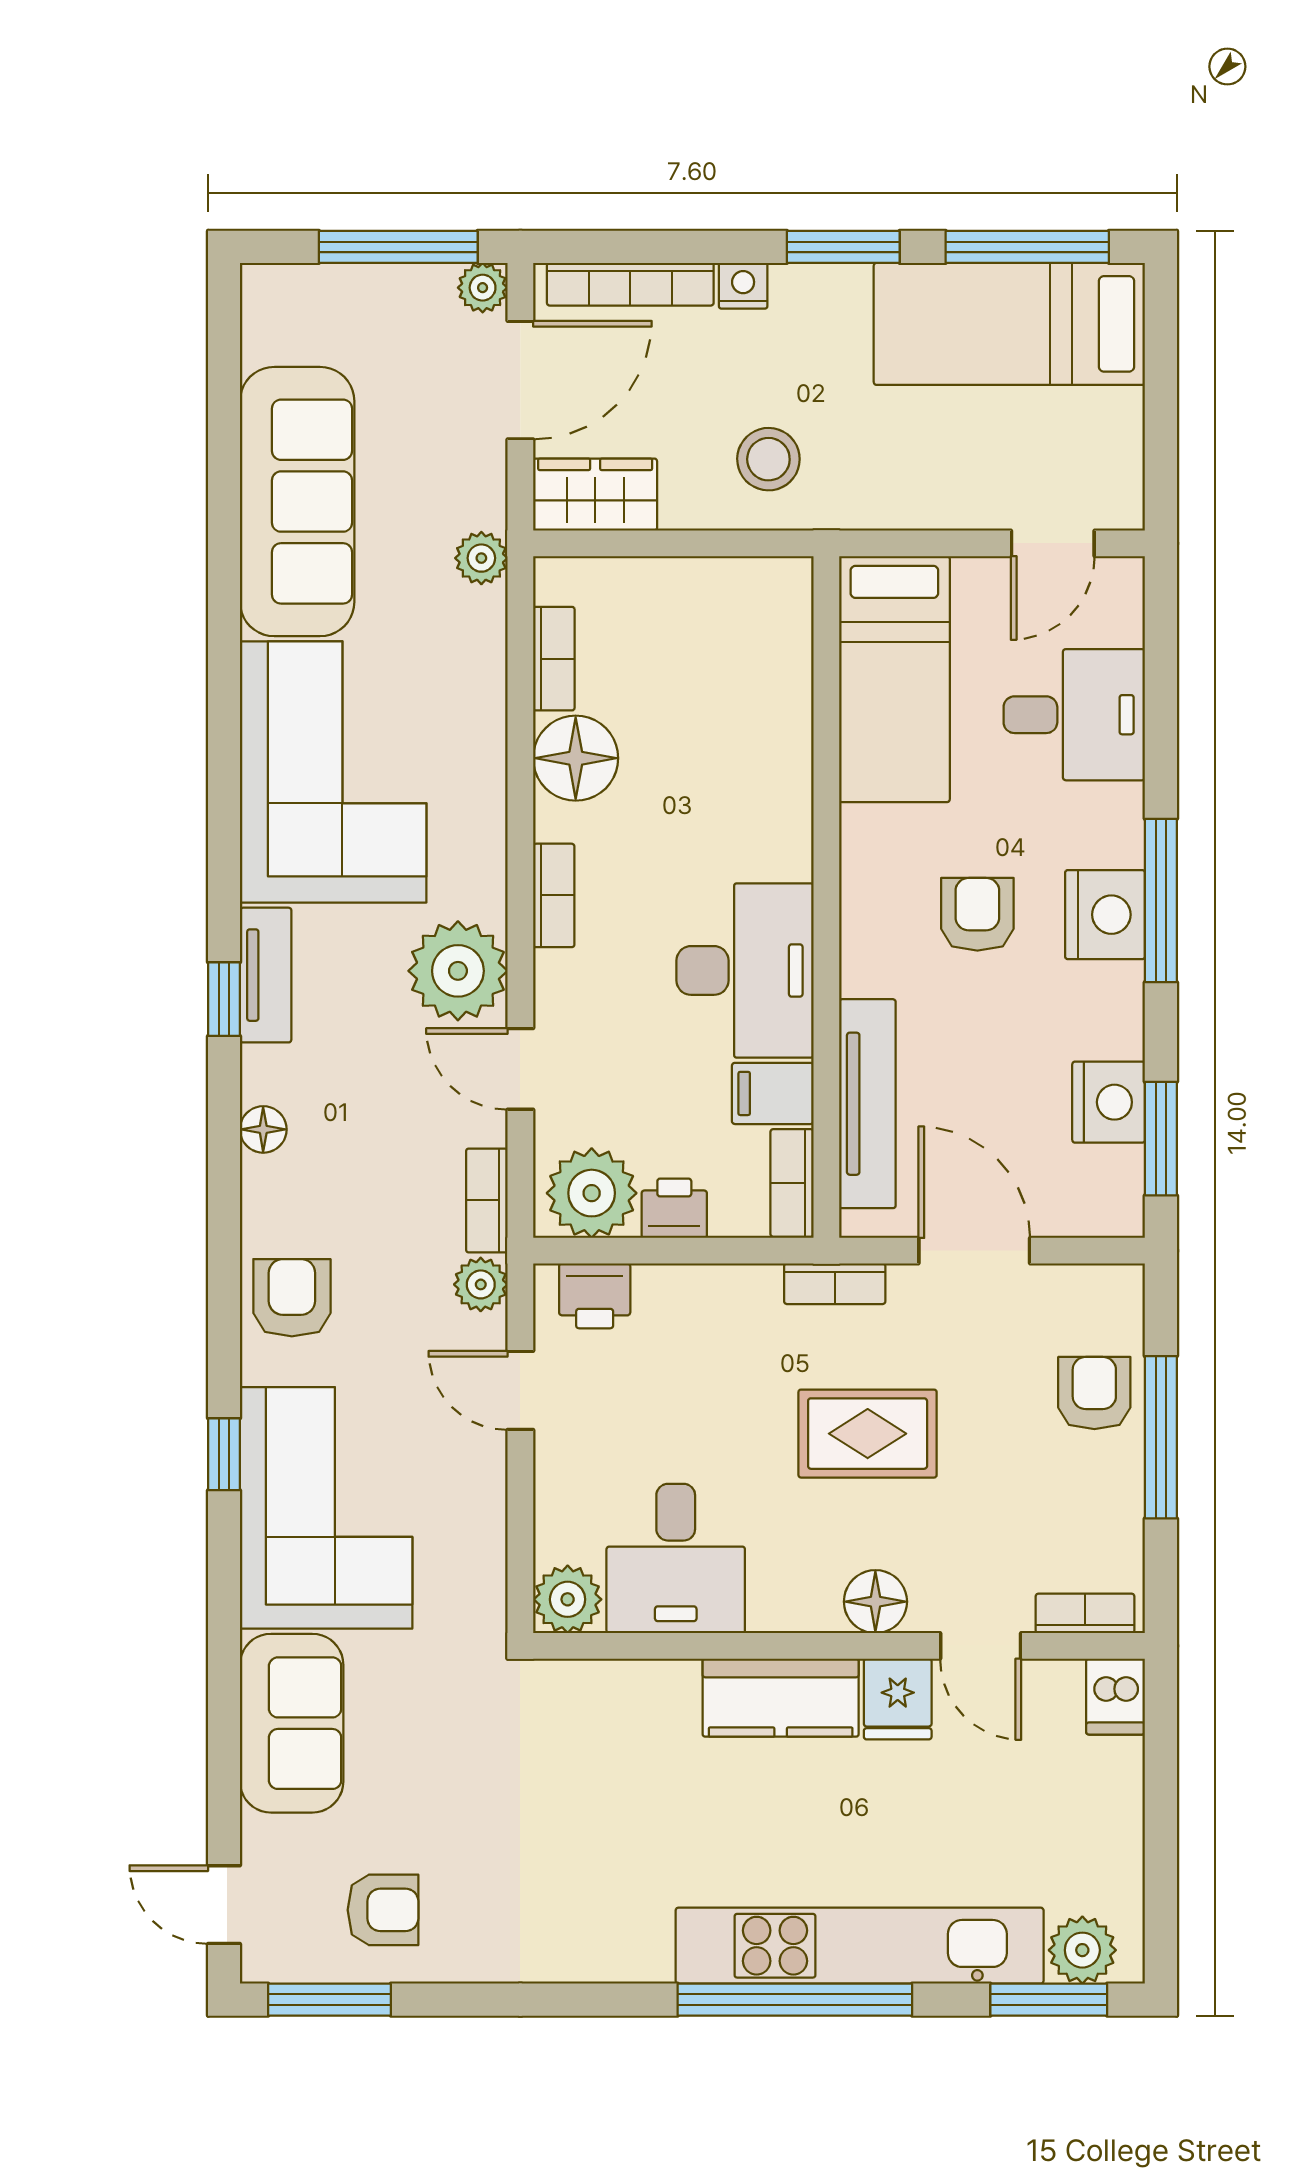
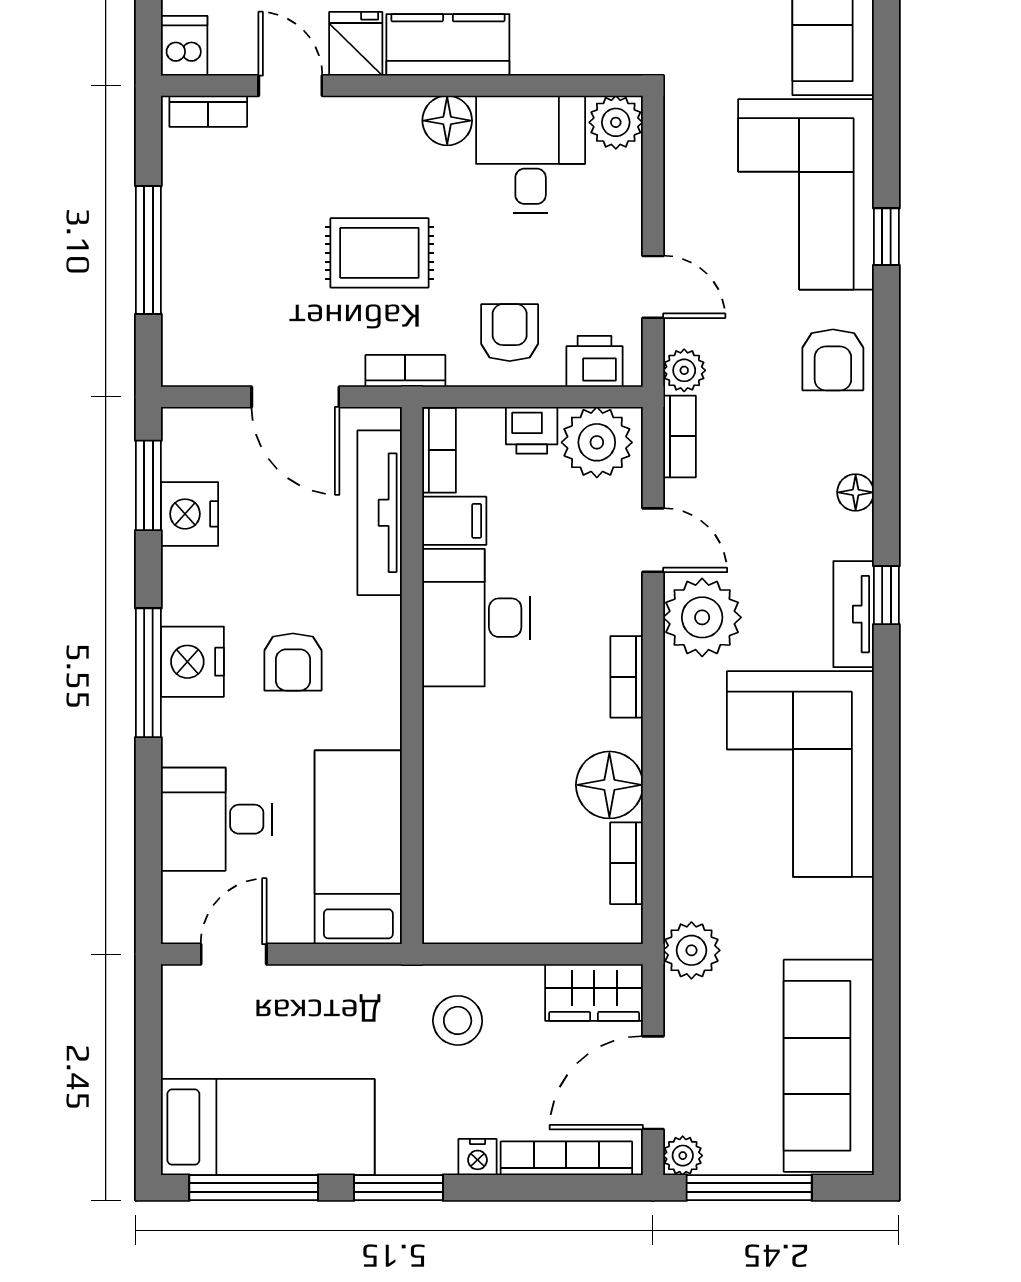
sofa: (297, 502) -> (829, 1066), moved
plant: (481, 558) -> (691, 950), width x1.38, depth x1.38
armchair: (1094, 1393) -> (510, 333), moved, turned 180
floor lamp: (875, 1602) -> (447, 121), moved

